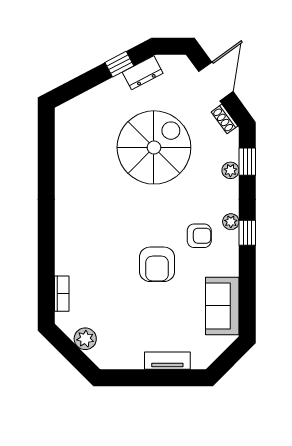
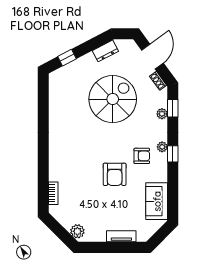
window: (119, 64) -> (67, 58), moved
plant: (85, 339) -> (77, 231), moved

